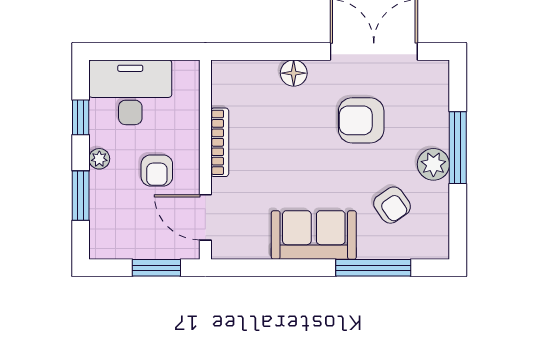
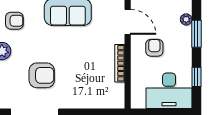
floor lamp: (294, 73) -> (79, 101), removed
plant: (99, 159) -> (186, 19), moved
armchair: (392, 205) -> (14, 21), moved, turned 125

